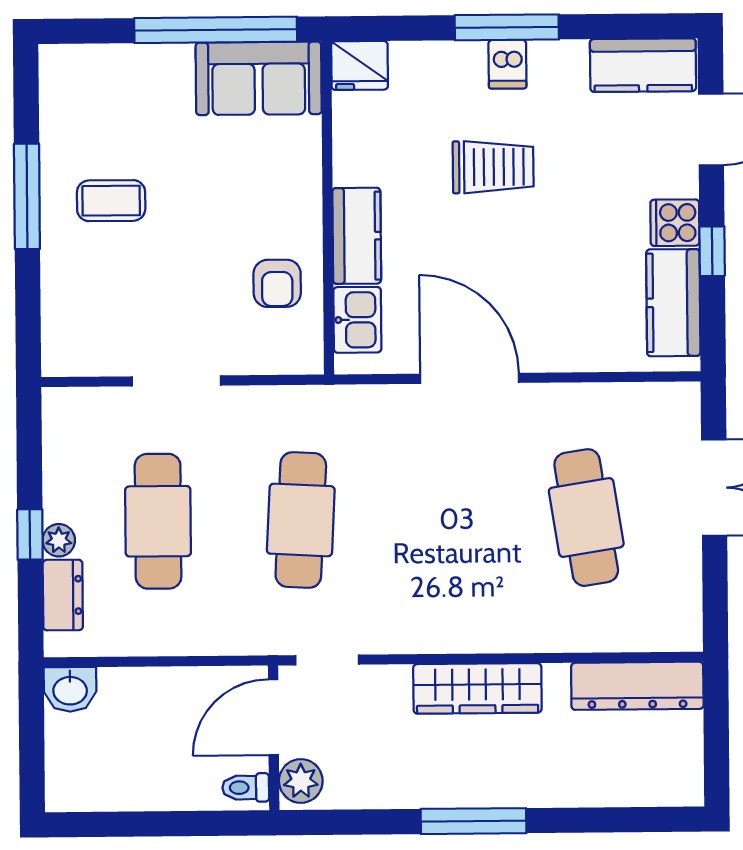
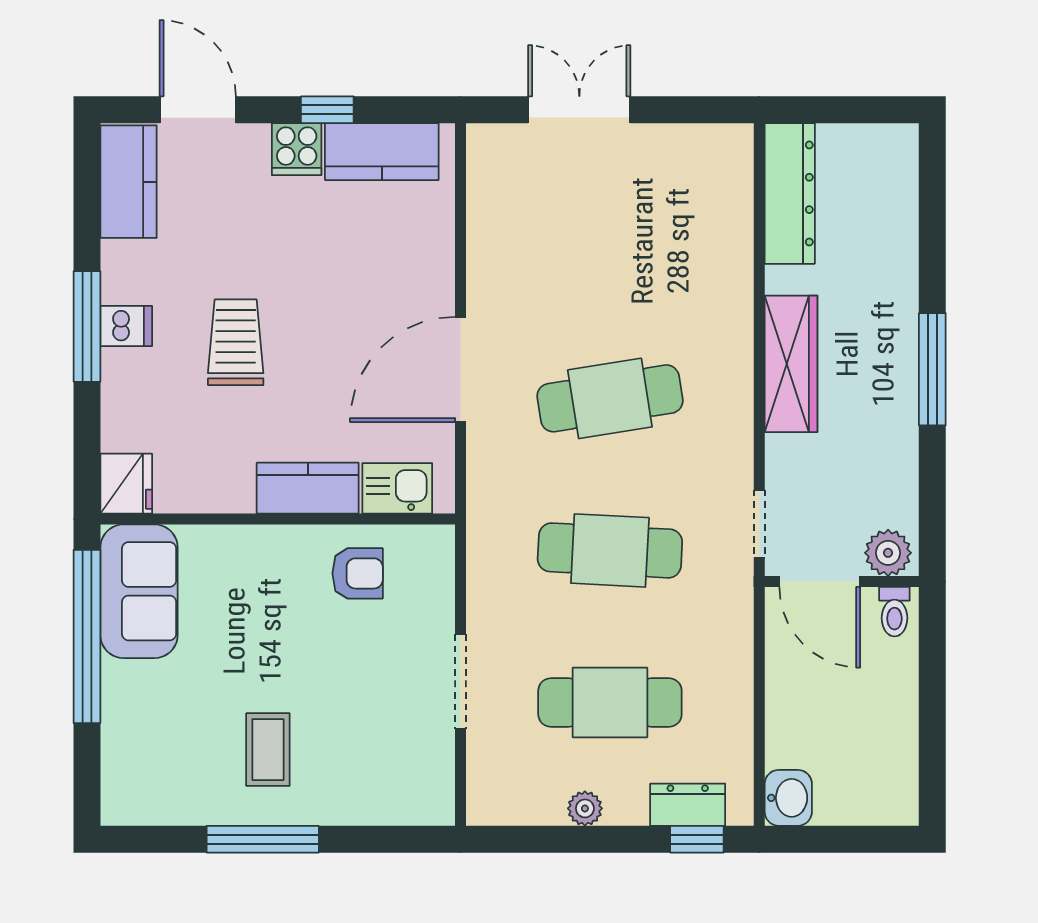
cafe table: (586, 518) -> (610, 398), moved
window: (30, 534) -> (697, 839), moved
plant: (59, 540) -> (585, 808), moved

